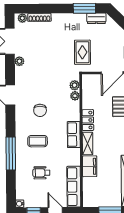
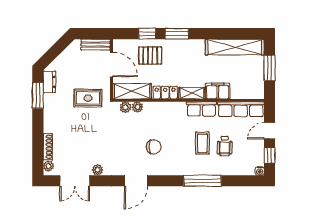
shelving: (89, 91) -> (132, 91), added
row of seats: (74, 135) -> (201, 109), moved
coffee table: (38, 141) -> (202, 143), moved

